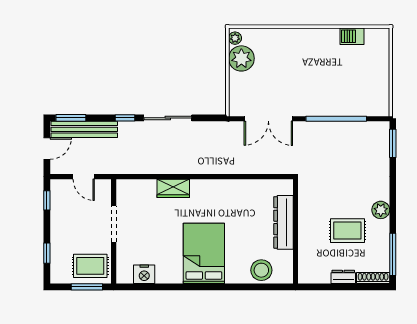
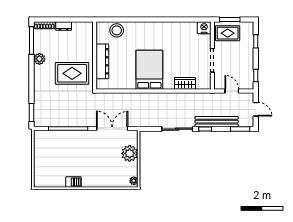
barbecue: (352, 36) -> (73, 182), moved
plant: (241, 58) -> (130, 153), moved
bench: (84, 129) -> (217, 122), moved
door: (47, 148) -> (256, 109), swing flipped
wardrobe: (173, 188) -> (185, 83), moved
plant: (381, 210) -> (39, 59), moved
rug: (347, 231) -> (72, 73), moved, width x1.36, depth x1.43
bed: (204, 253) -> (149, 70), moved, turned 180
nightstand: (144, 274) -> (204, 28), moved

